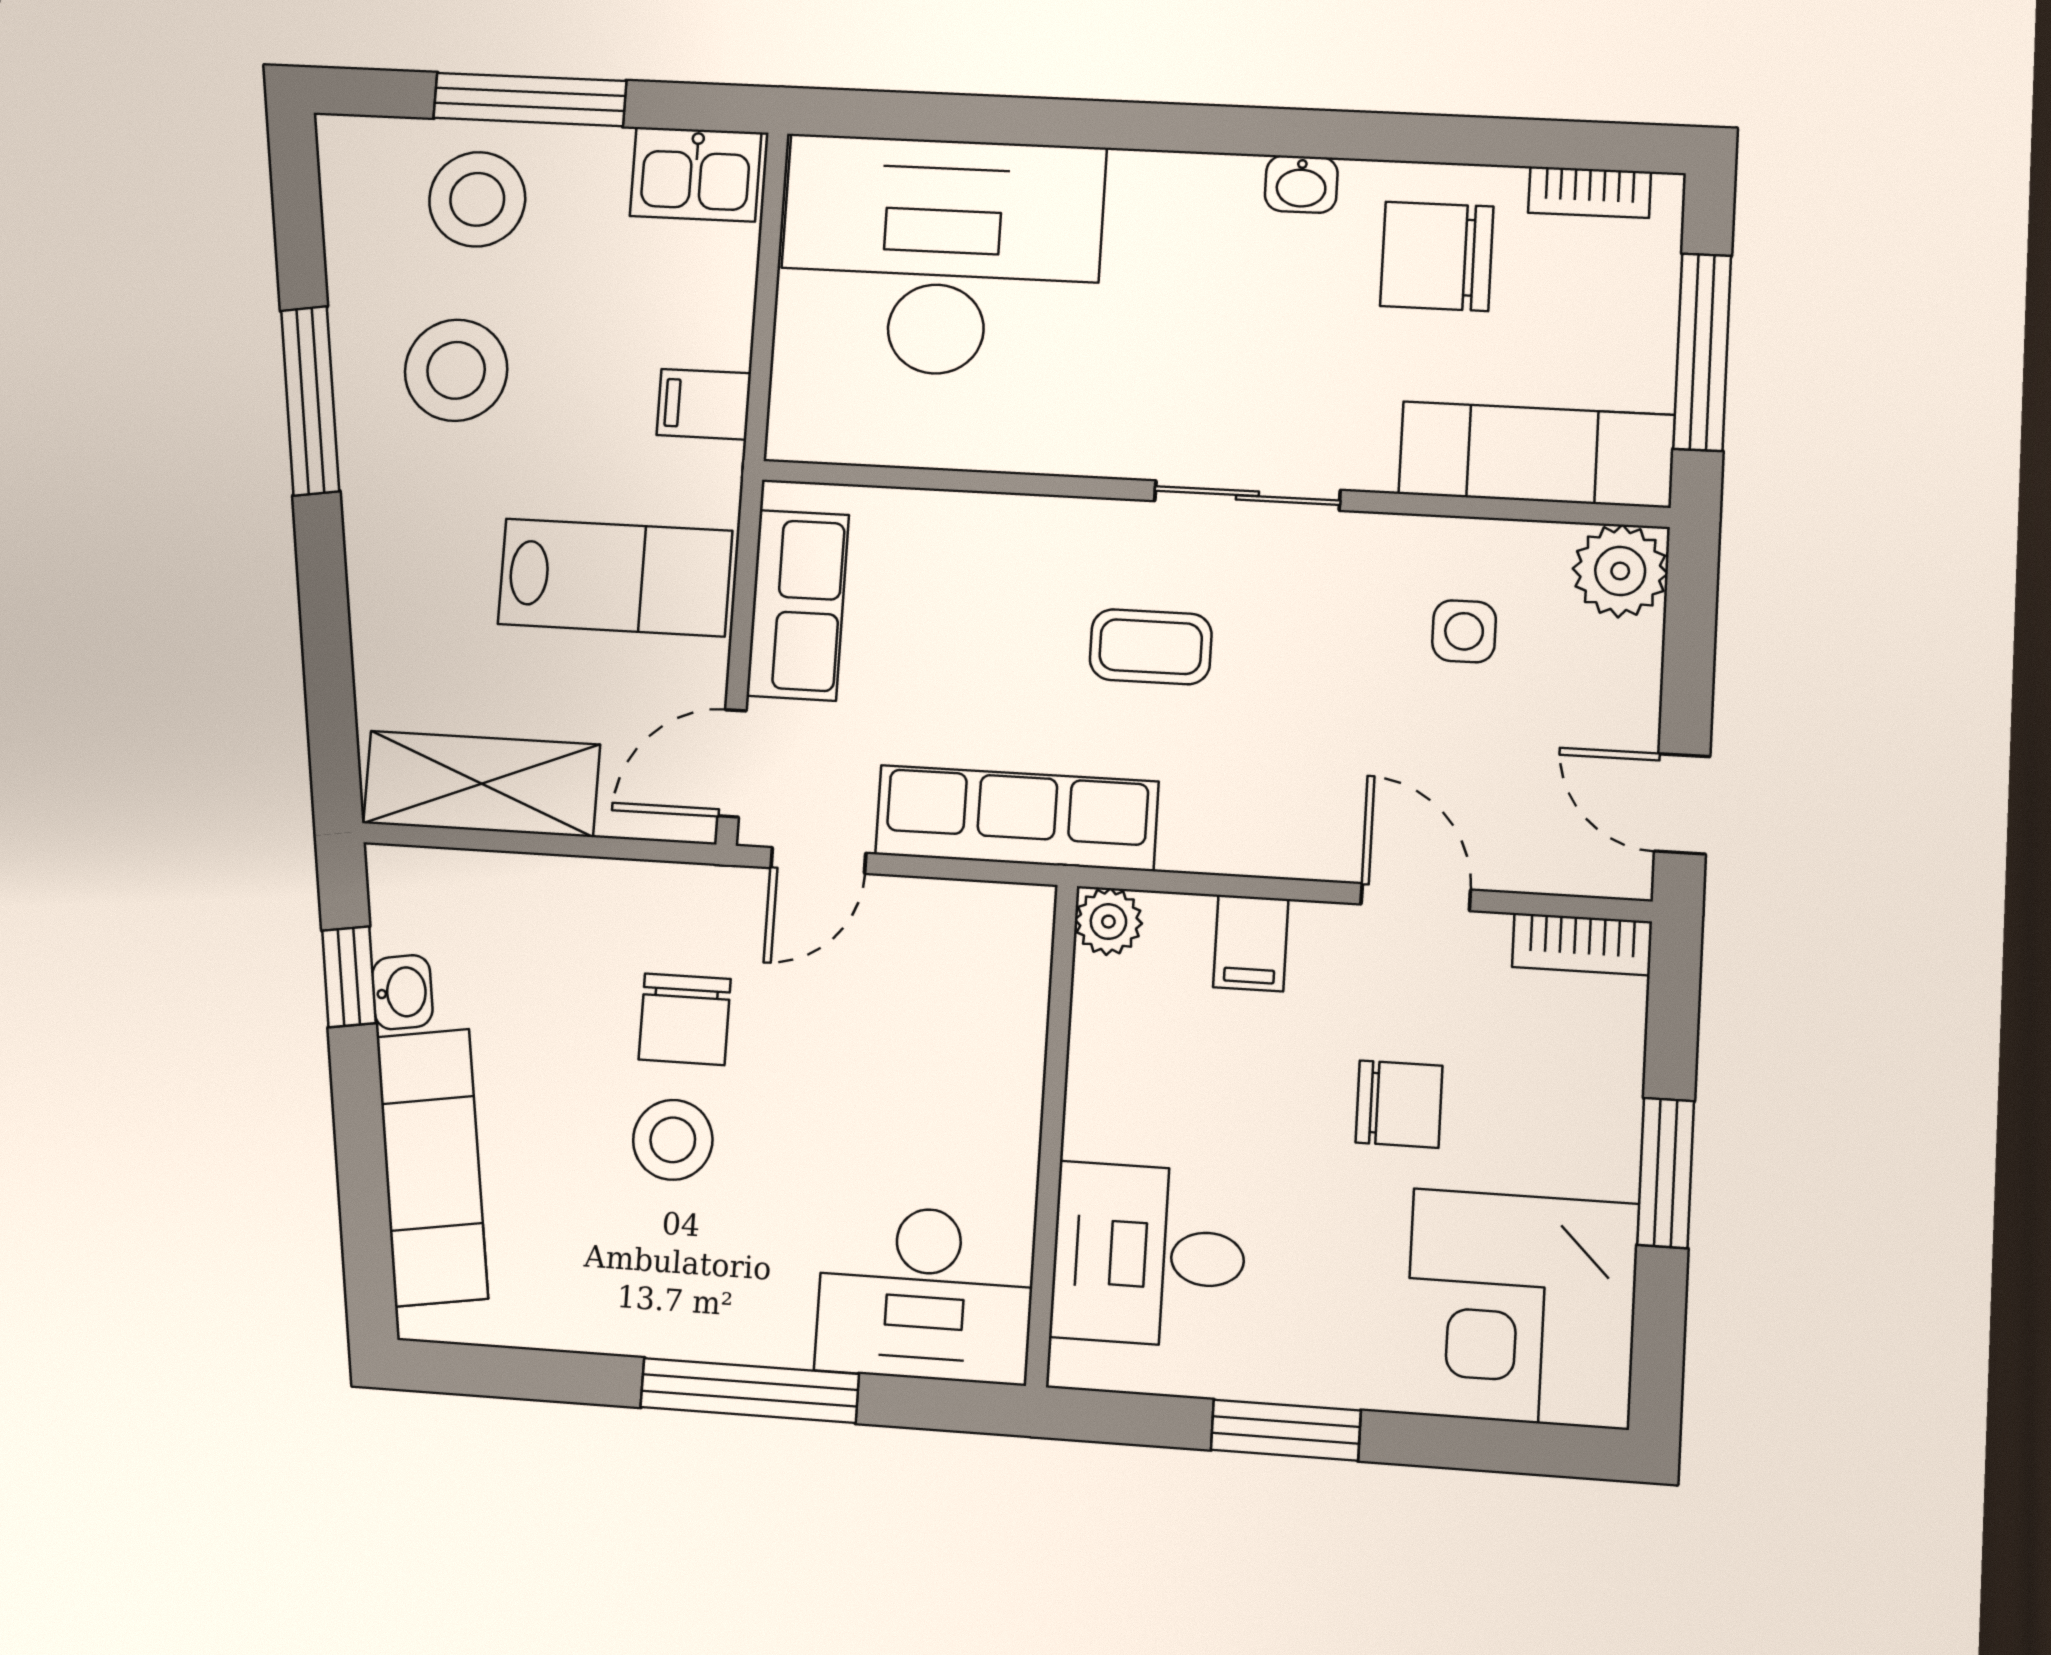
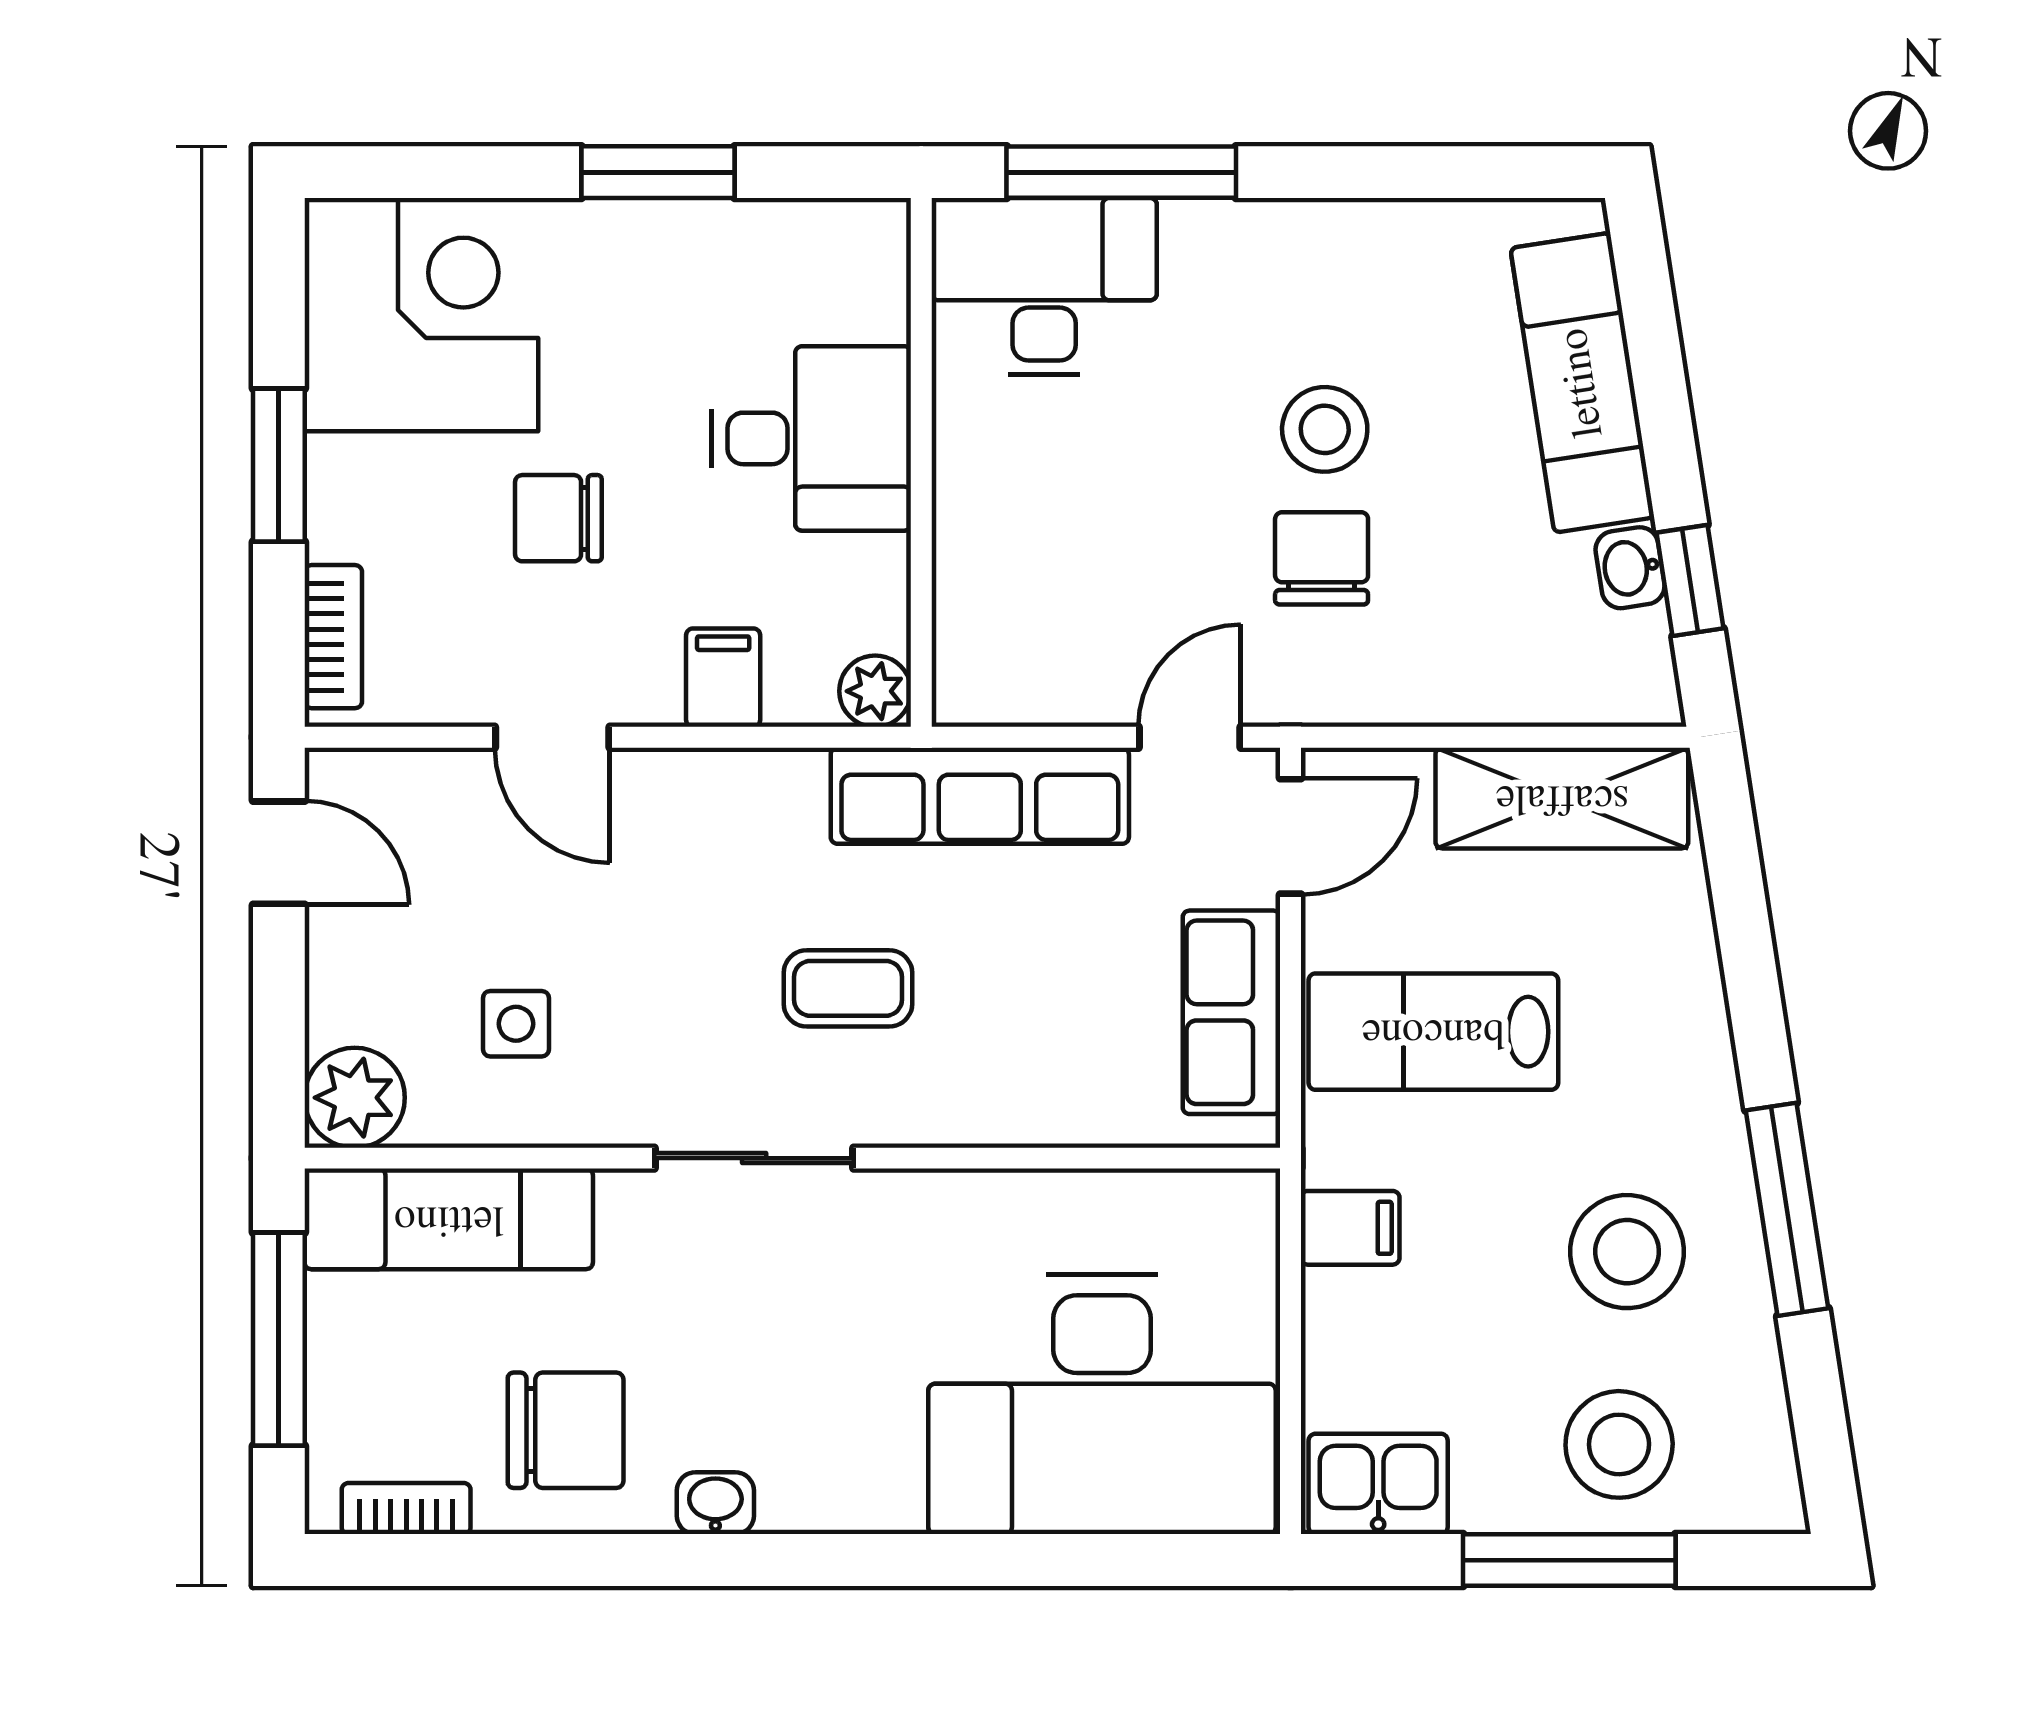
bookcase: (1582, 944) -> (333, 637), moved, turned 90
desk: (1149, 1255) -> (811, 438), moved
window: (750, 1391) -> (1121, 172), moved

